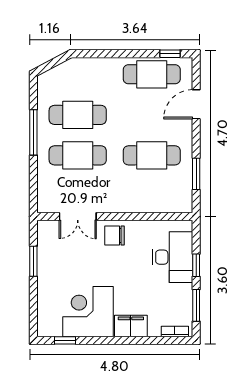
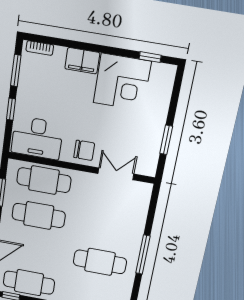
cafe table: (78, 155) -> (44, 180), moved
desk: (173, 257) -> (37, 138), moved, turned -90

